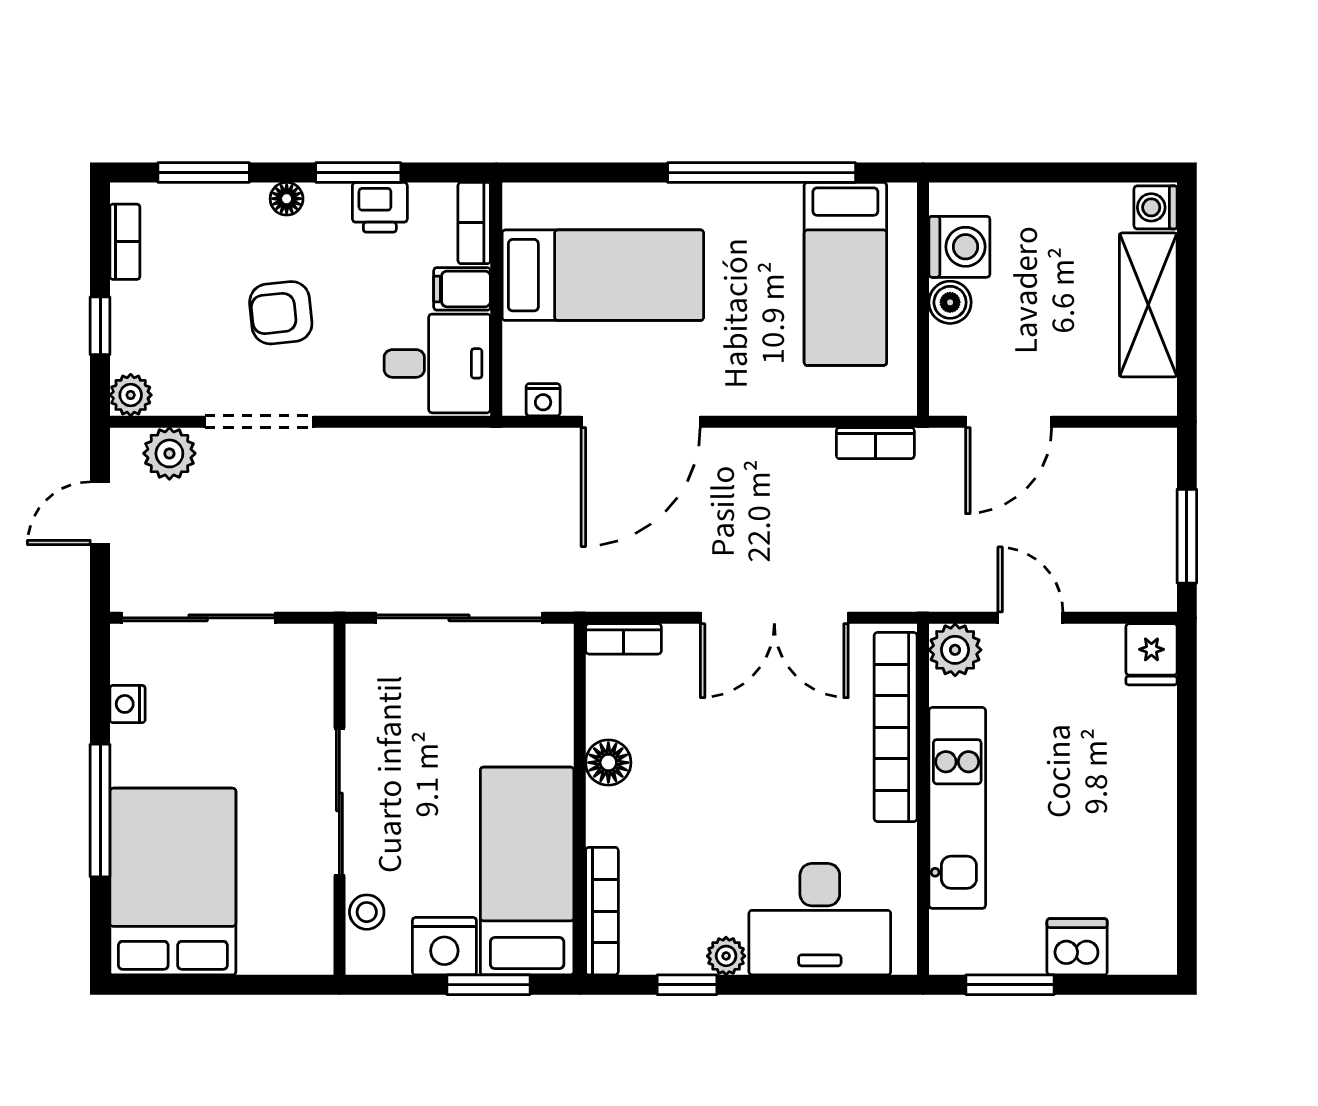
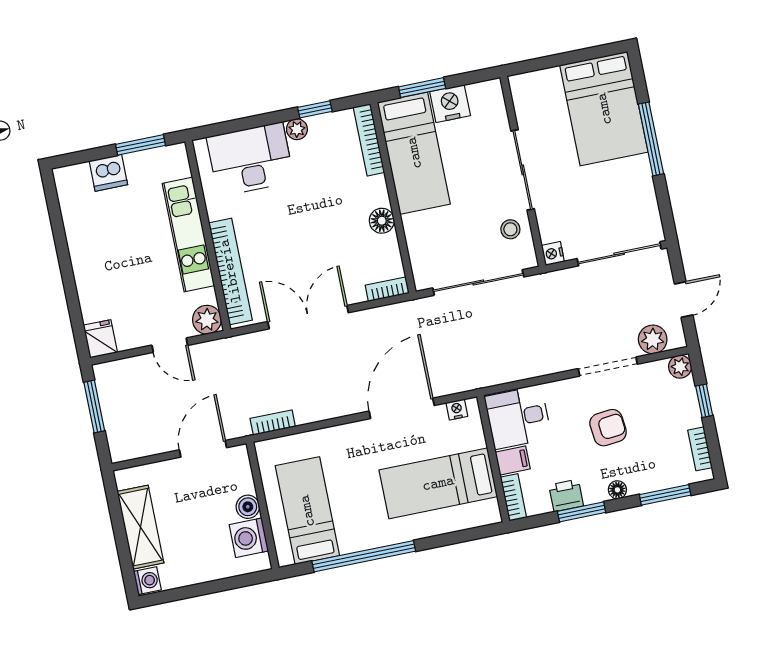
nightstand: (128, 704) -> (553, 253), moved, turned 180
stool: (367, 912) -> (510, 229), moved

